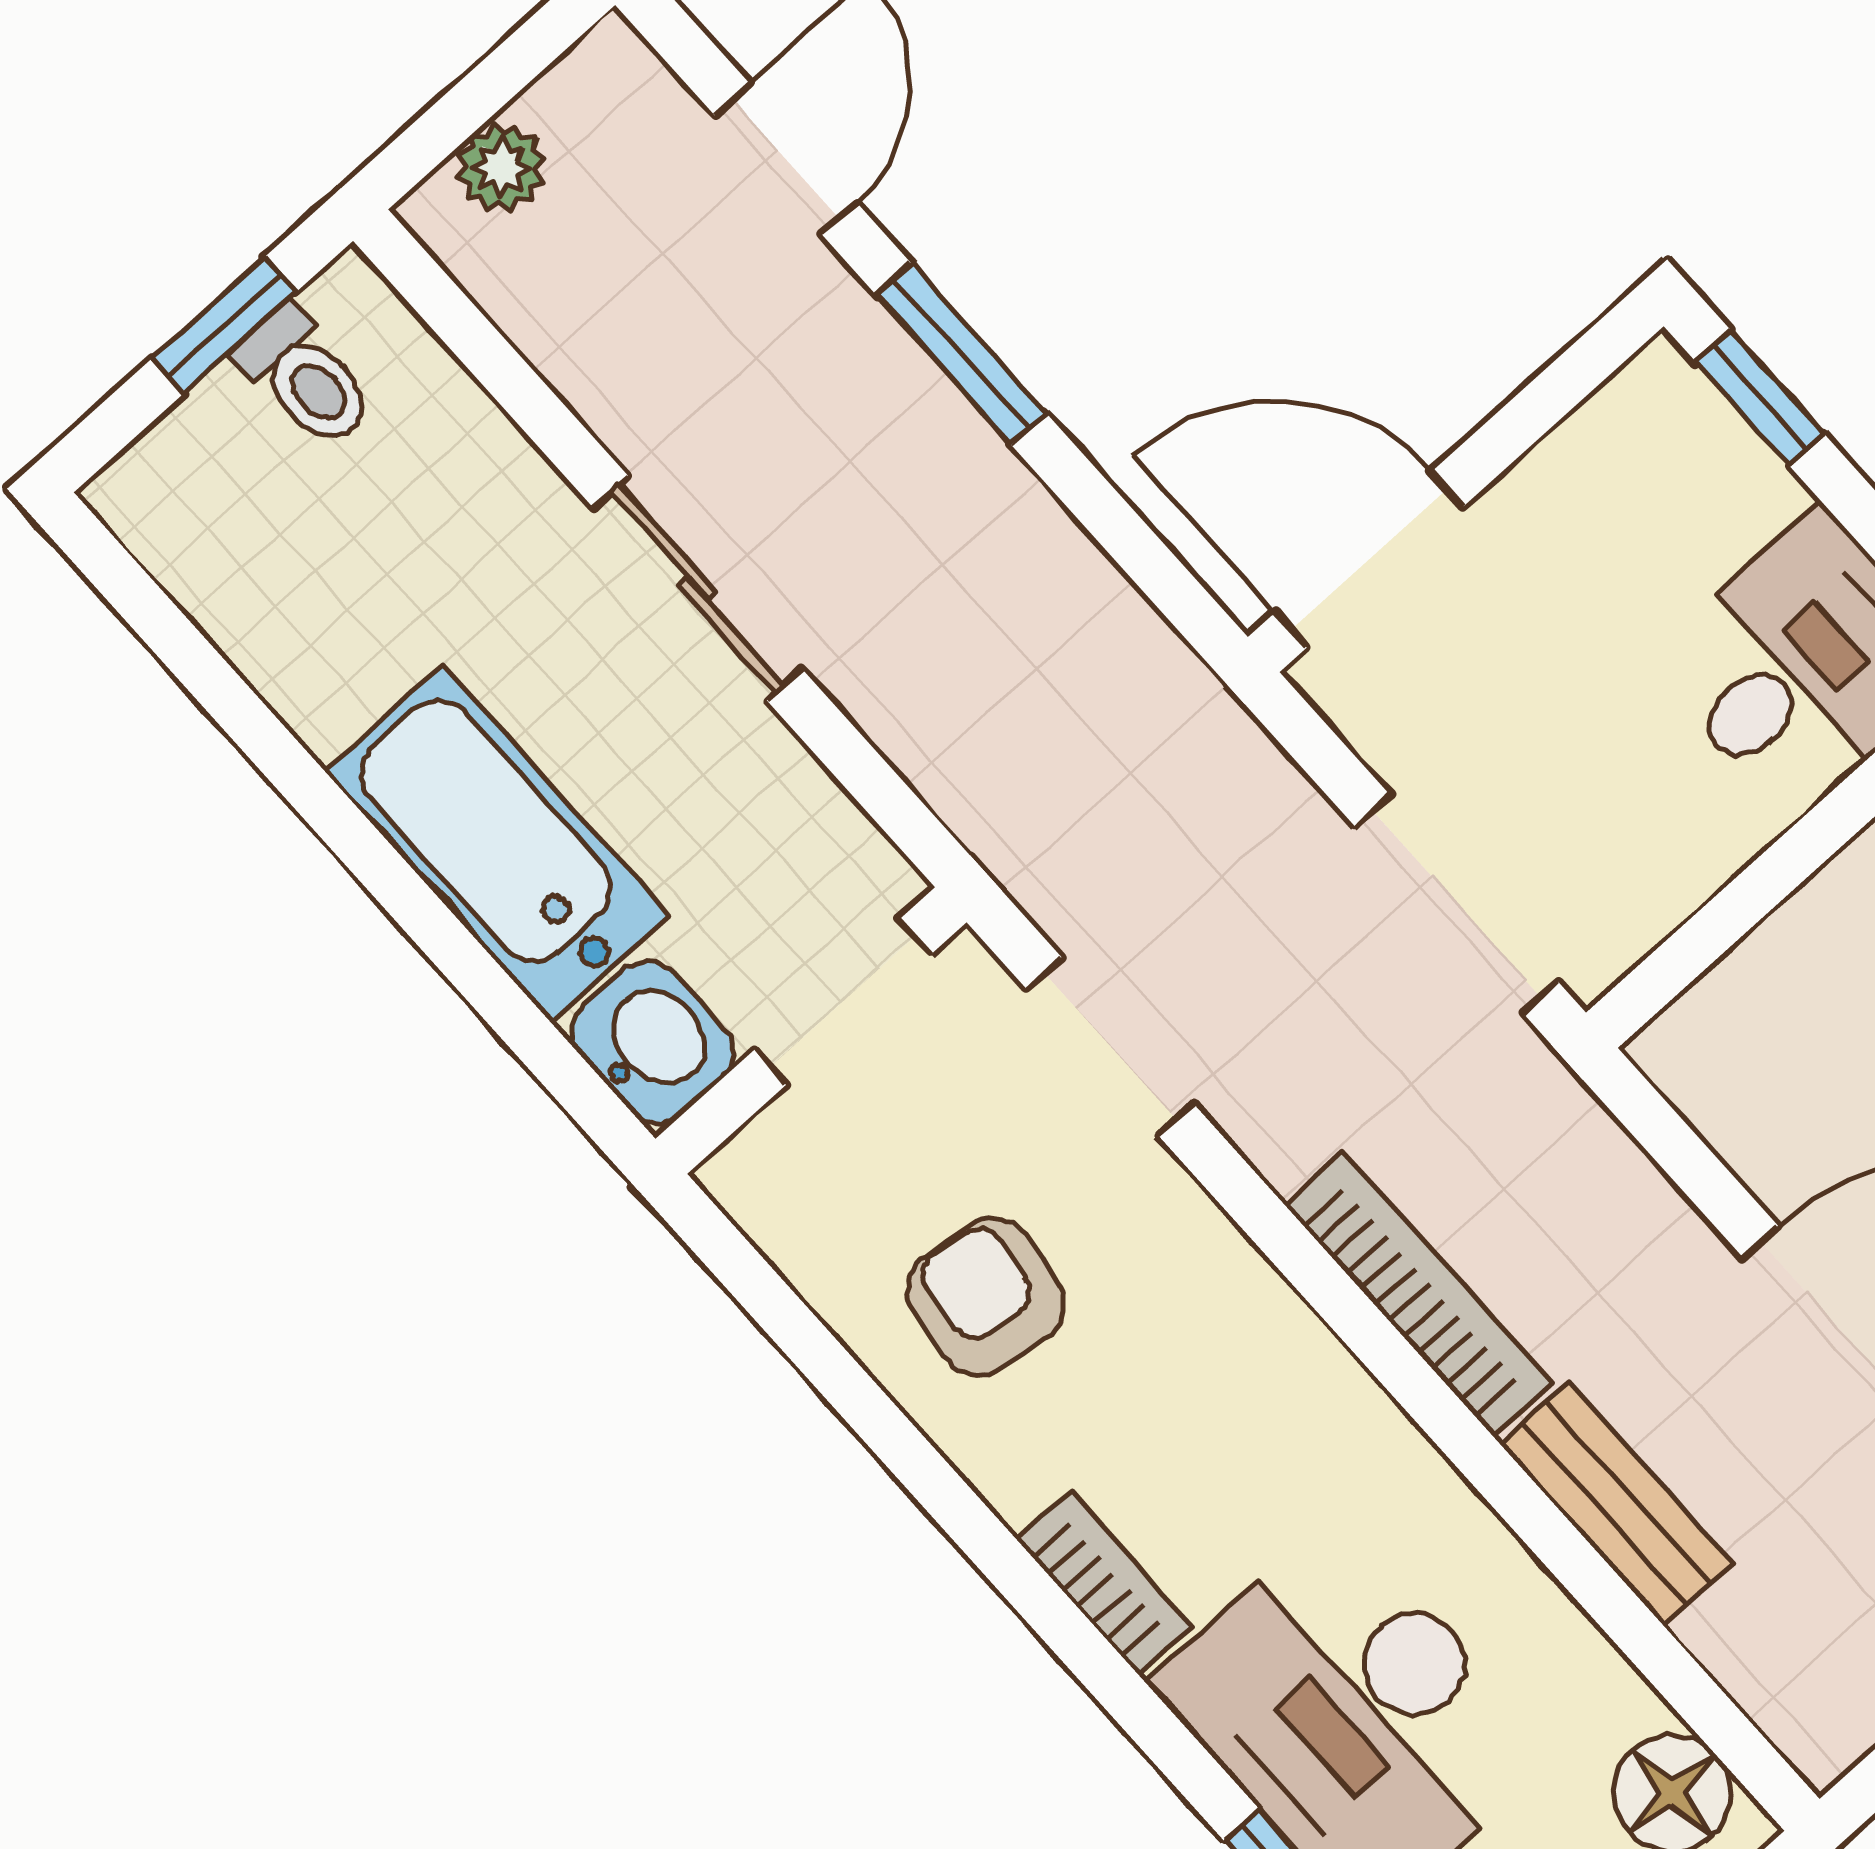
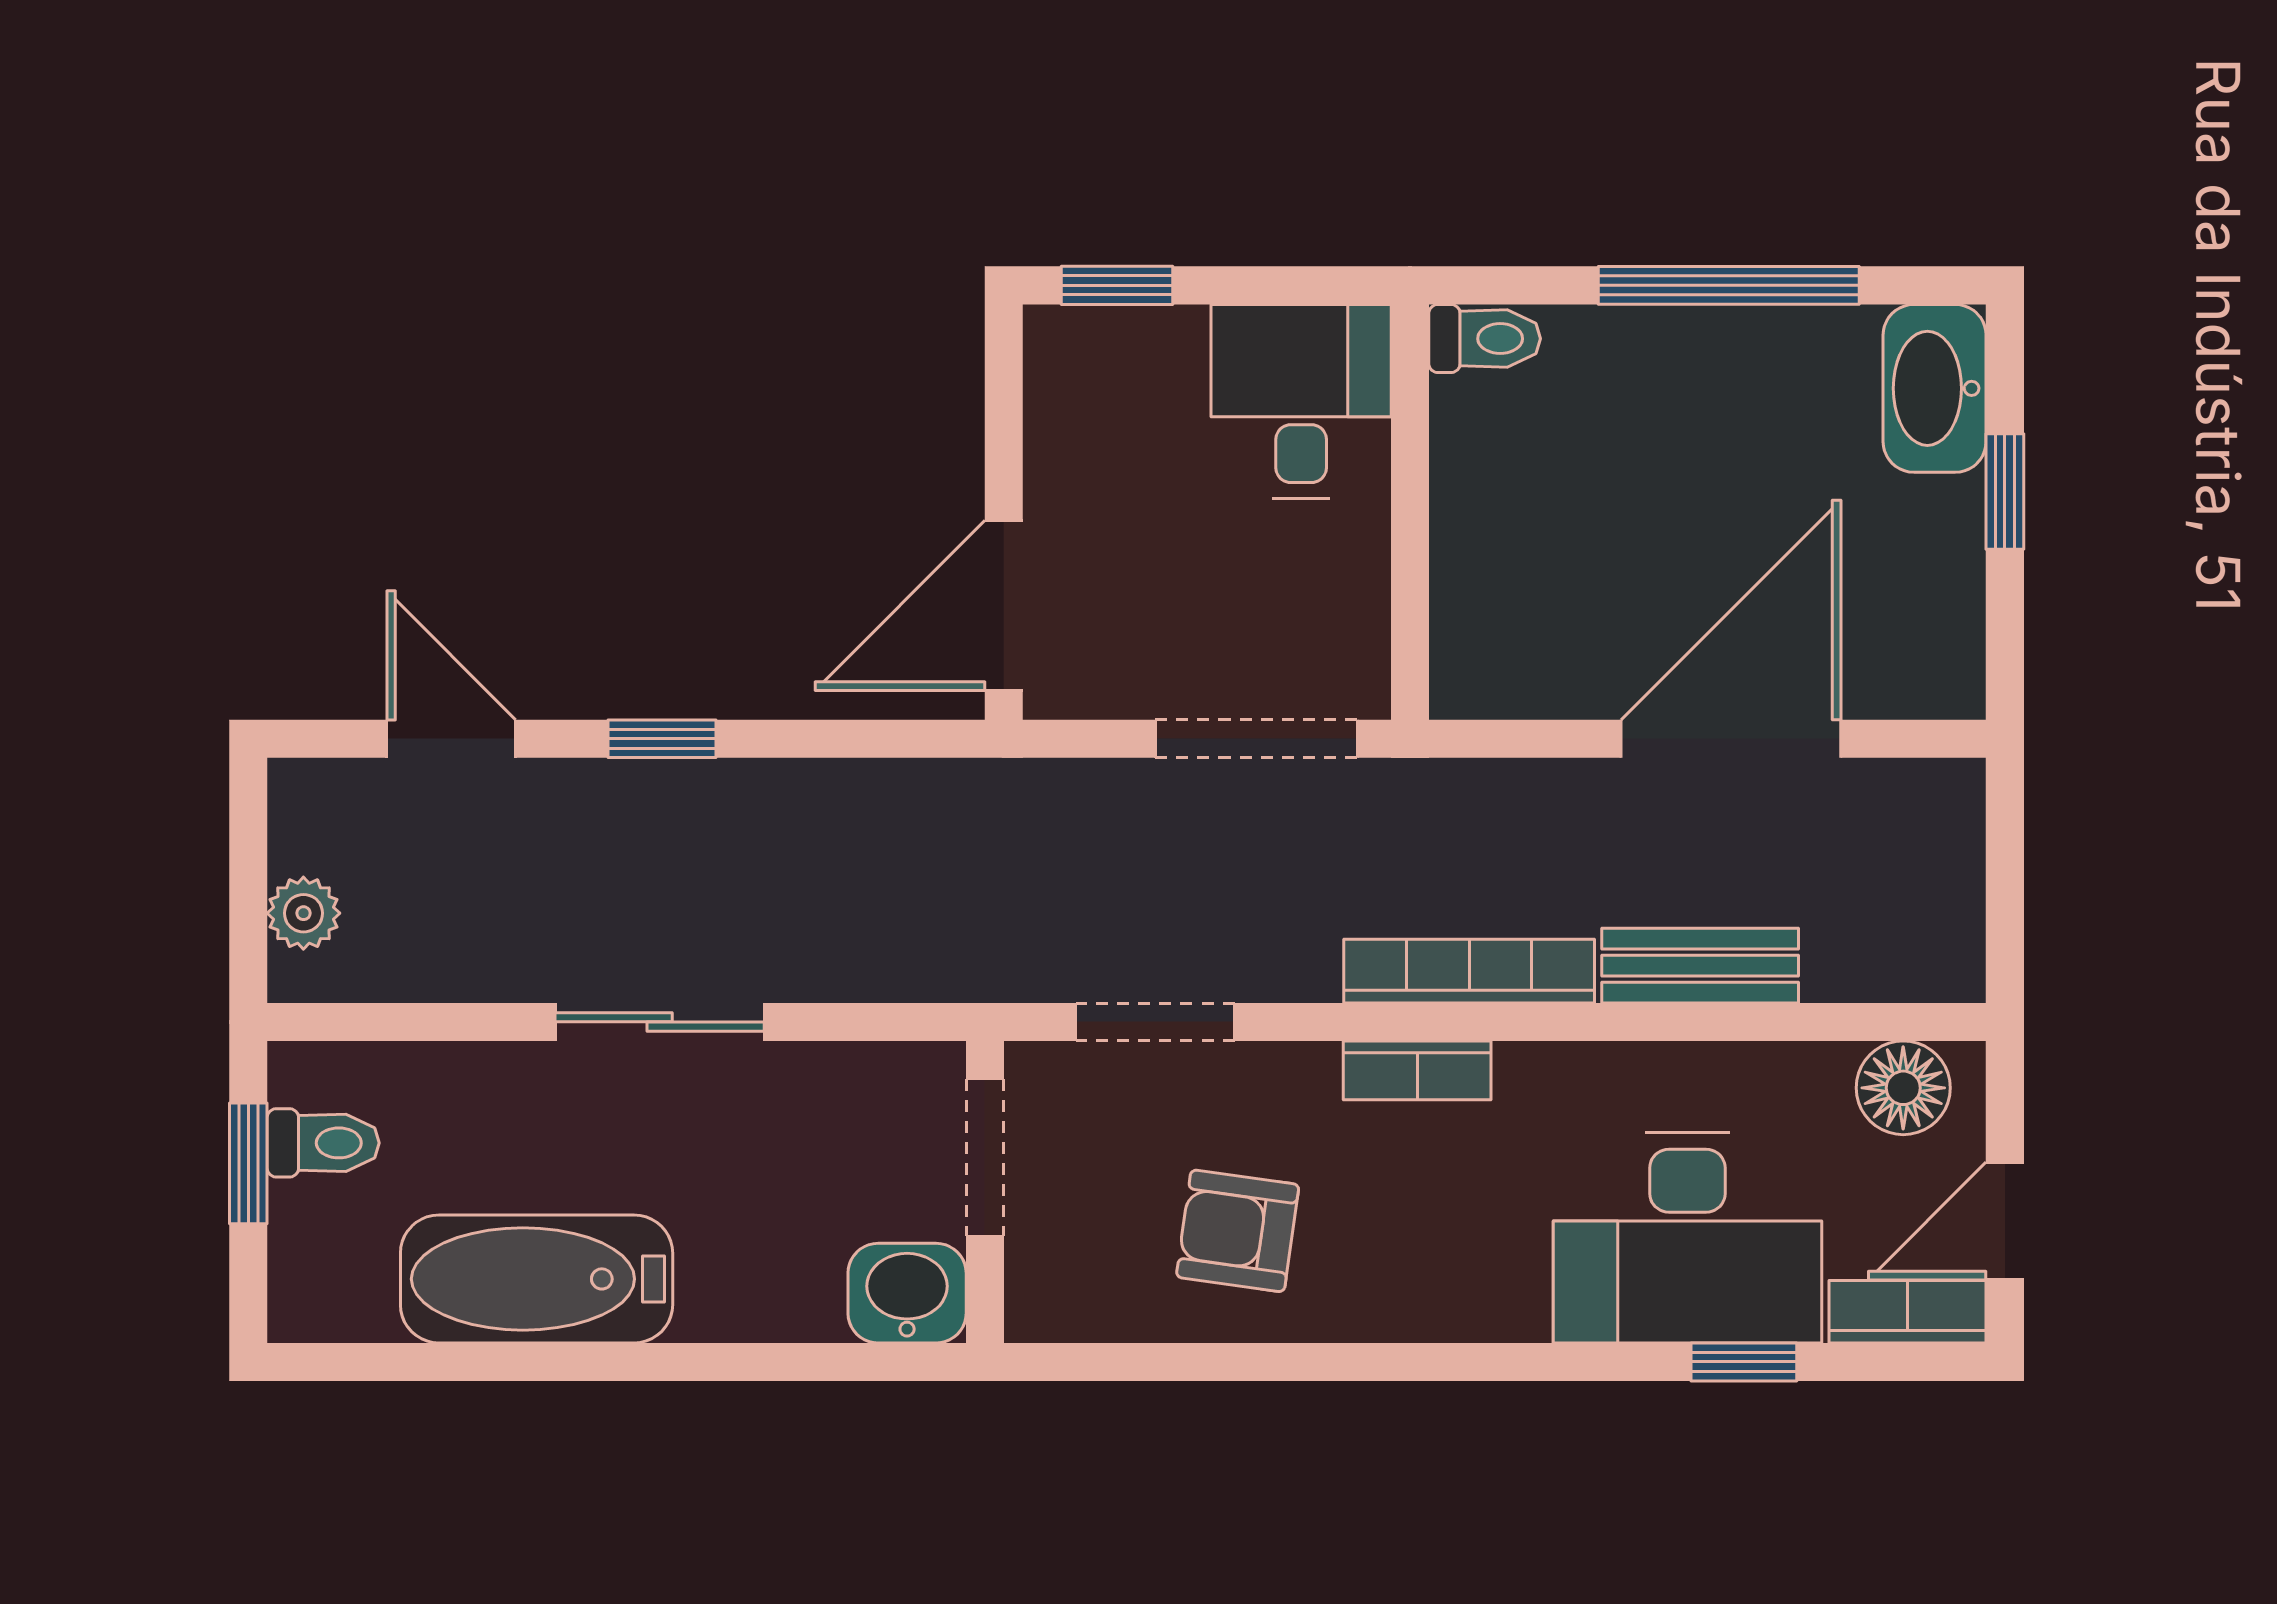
window: (961, 354) -> (662, 739), width x0.67
bathtub: (497, 844) -> (537, 1279), moved
bookcase: (1104, 1582) -> (1417, 1070), moved, turned 180

